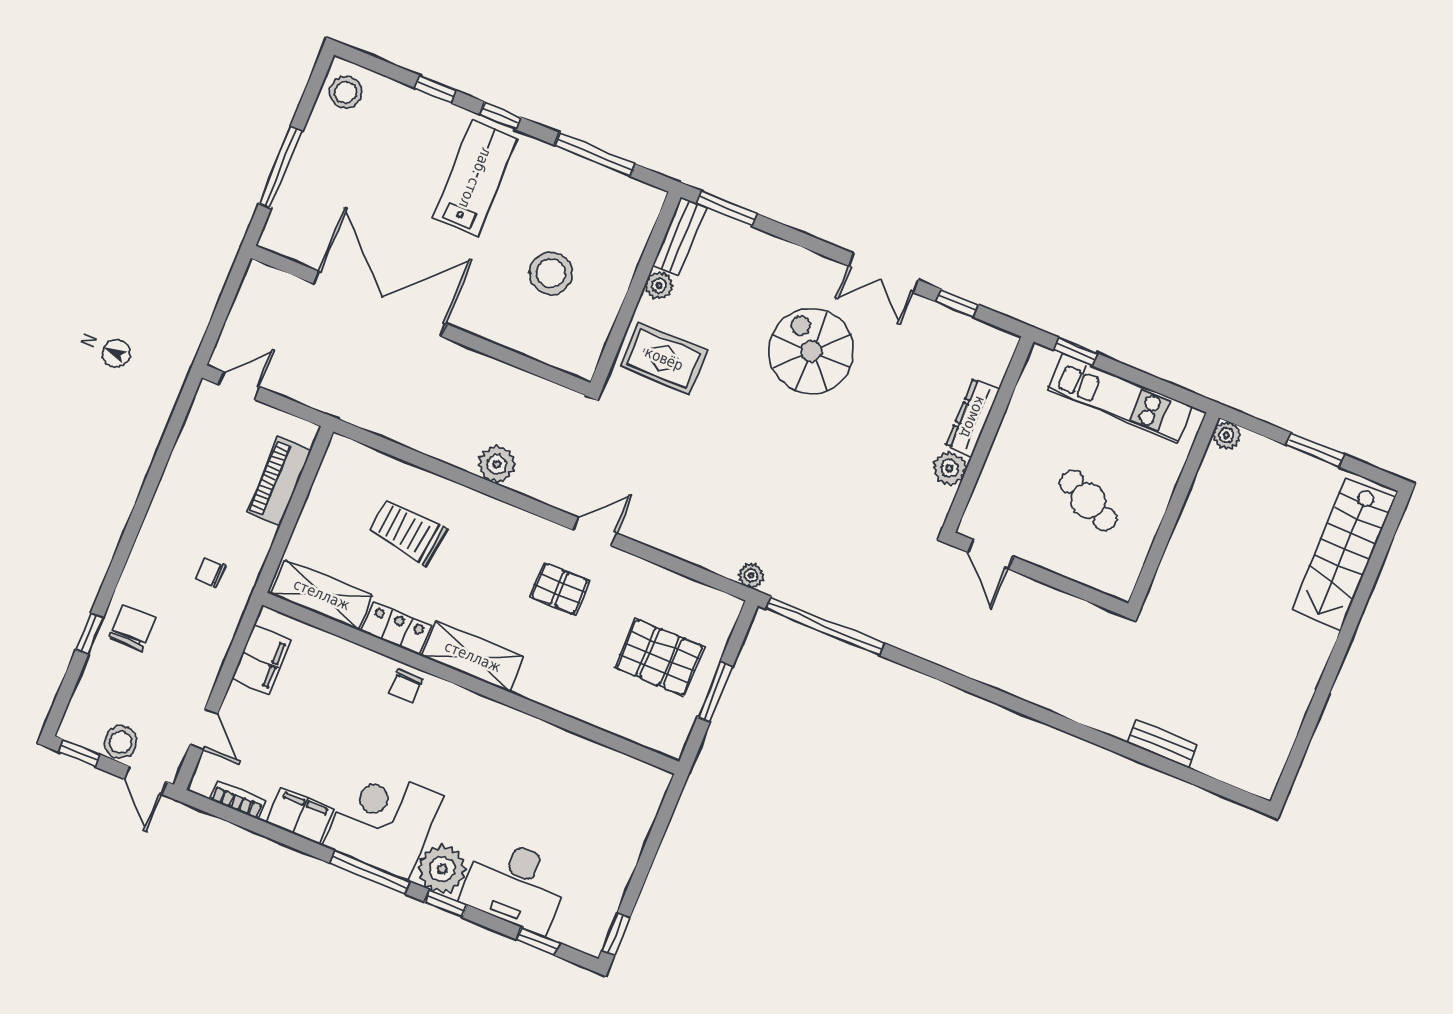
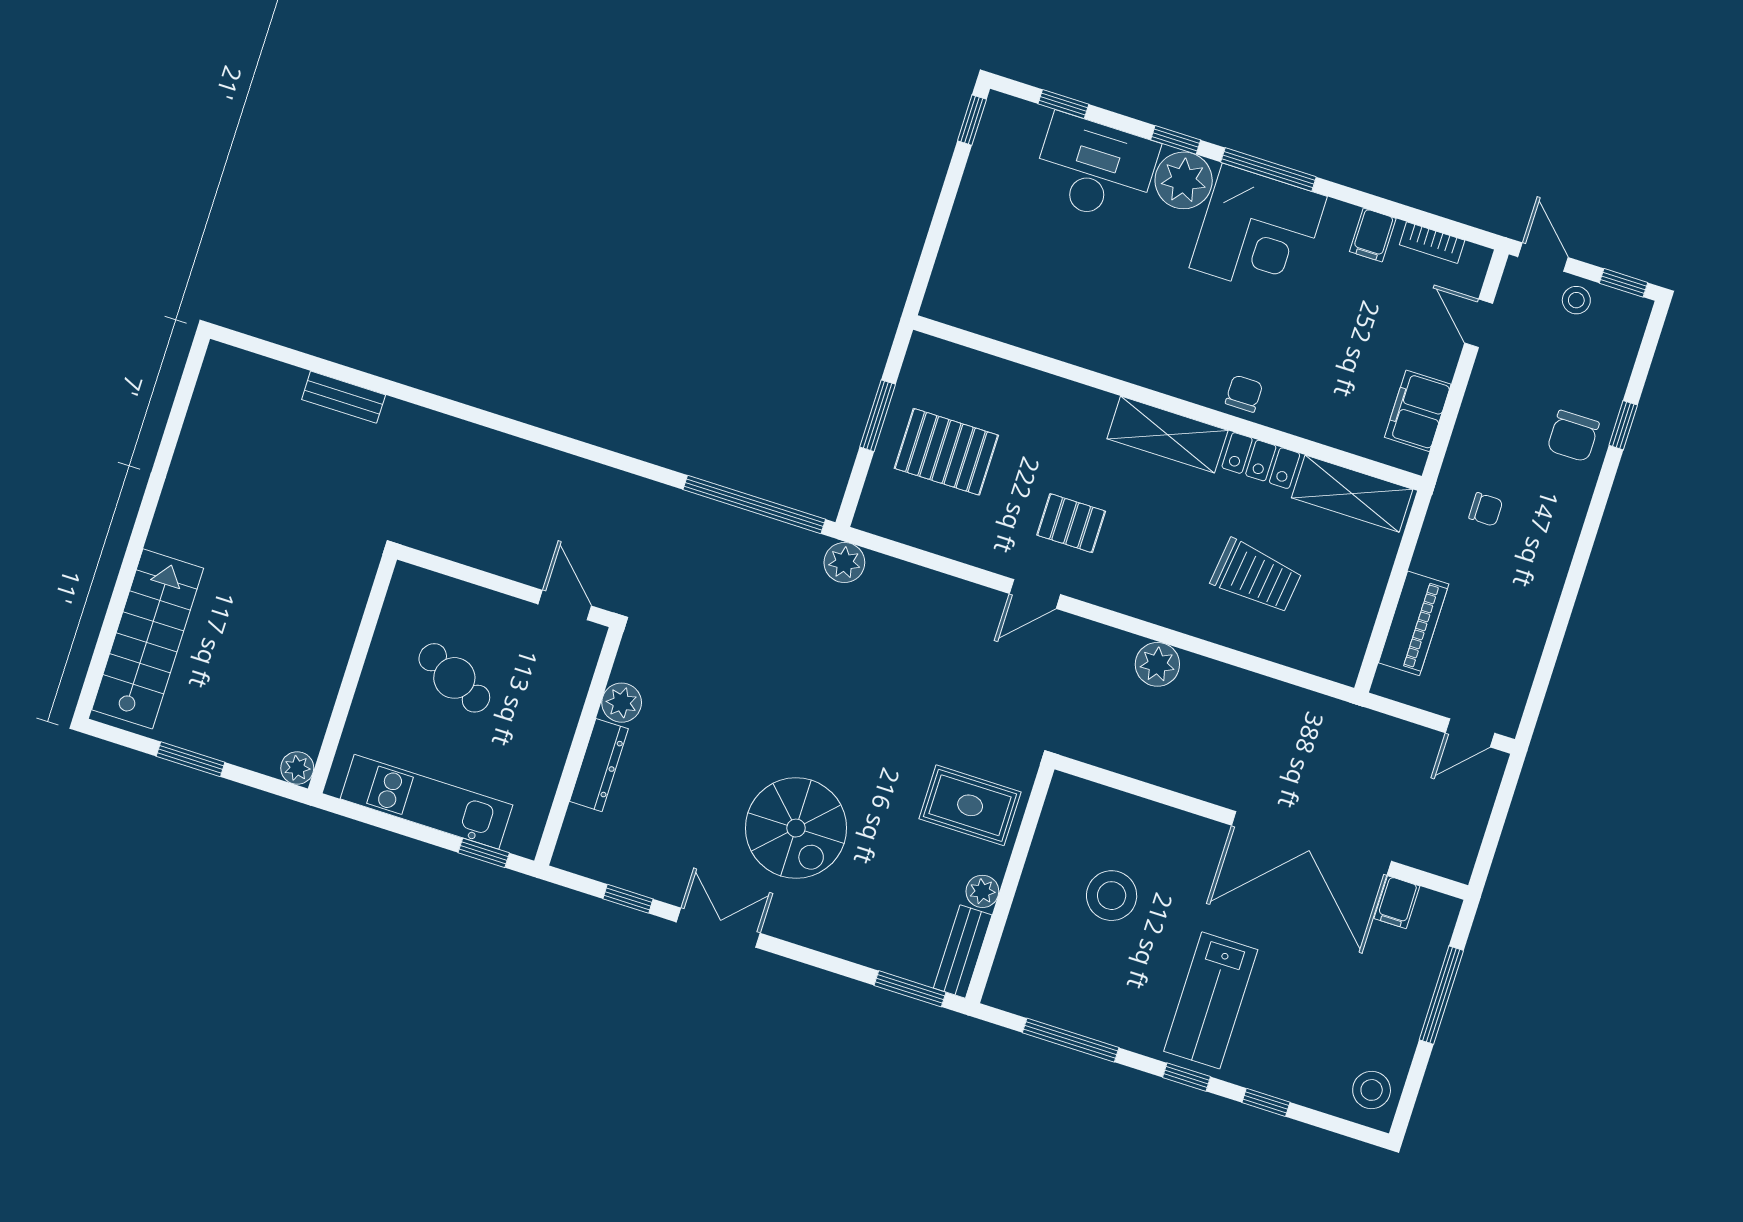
filing cabinet: (312, 248) -> (1397, 902), added
plant: (751, 575) -> (844, 563), width x1.38, depth x1.38
stool: (120, 742) -> (1576, 300), width x0.73, depth x0.73
filing cabinet: (300, 816) -> (1373, 235), width x0.50

